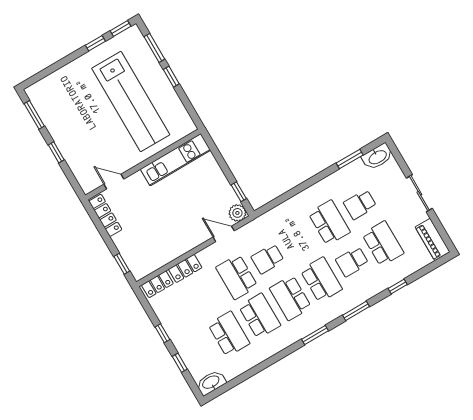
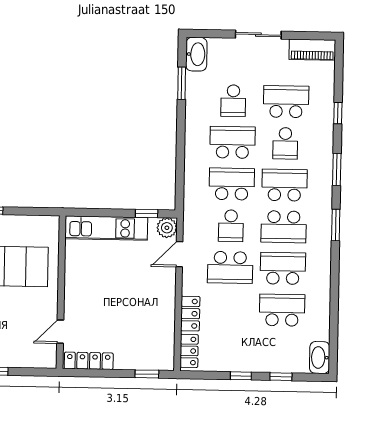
kitchen unit: (175, 160) -> (106, 228), moved, turned 90
school desk: (298, 241) -> (232, 184), added

